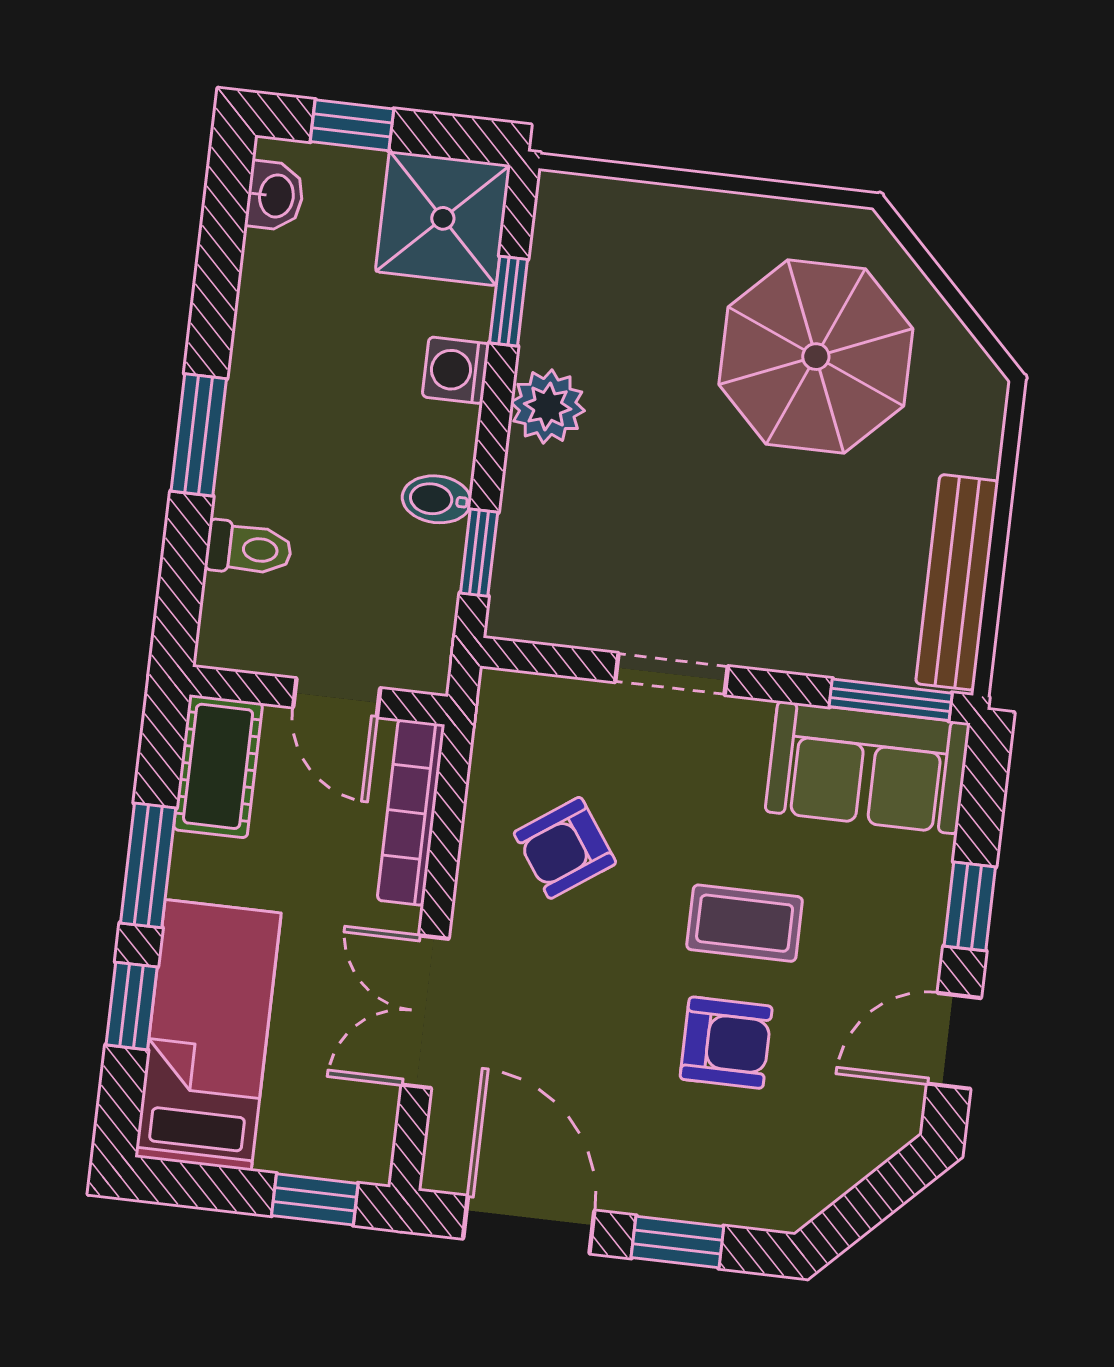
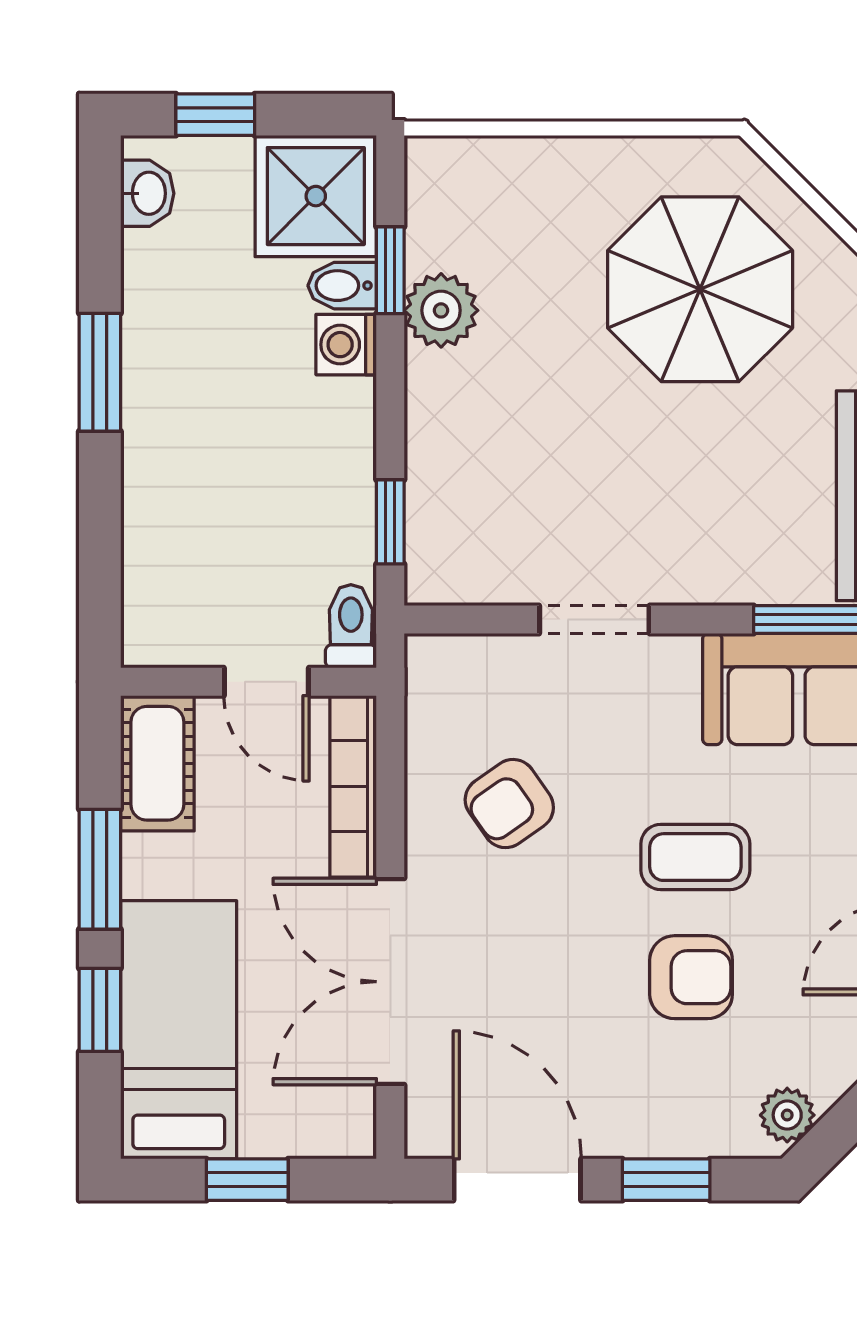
plant: (548, 406) -> (441, 310), moved
window: (199, 435) -> (100, 372), moved
bidet: (437, 499) -> (342, 286), moved
toilet: (249, 549) -> (351, 626), moved, turned -90
double door: (425, 1012) -> (390, 982), width x1.37
plant: (806, 1192) -> (787, 1115), added
window: (315, 1199) -> (247, 1180), moved

